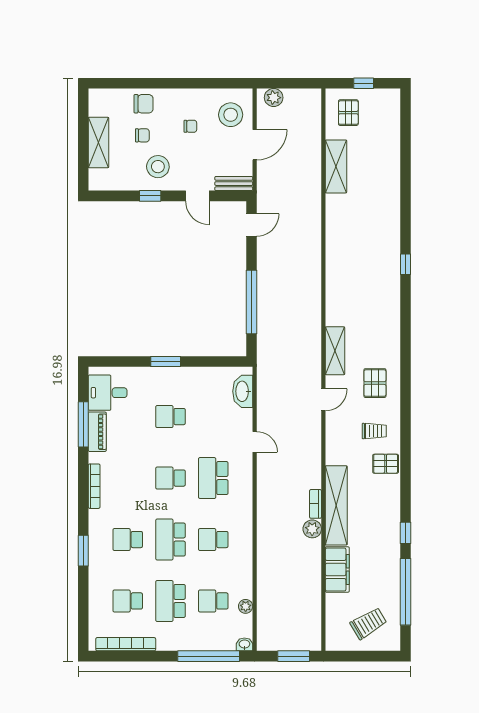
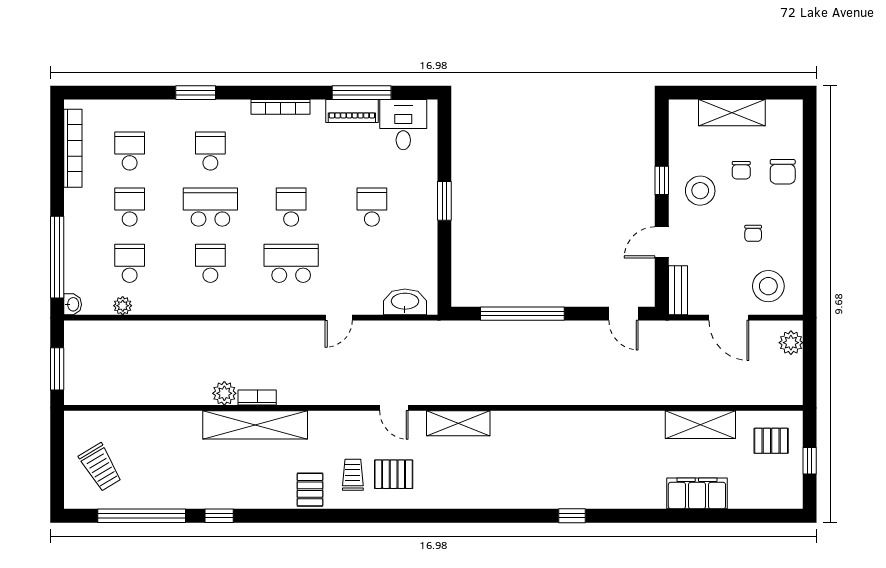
pallet: (375, 383) -> (394, 474), moved
trolley: (374, 431) -> (353, 475), turned 180
filing cabinet: (337, 569) -> (697, 493), moved, turned 180
school desk: (171, 601) -> (130, 207), width x0.54

